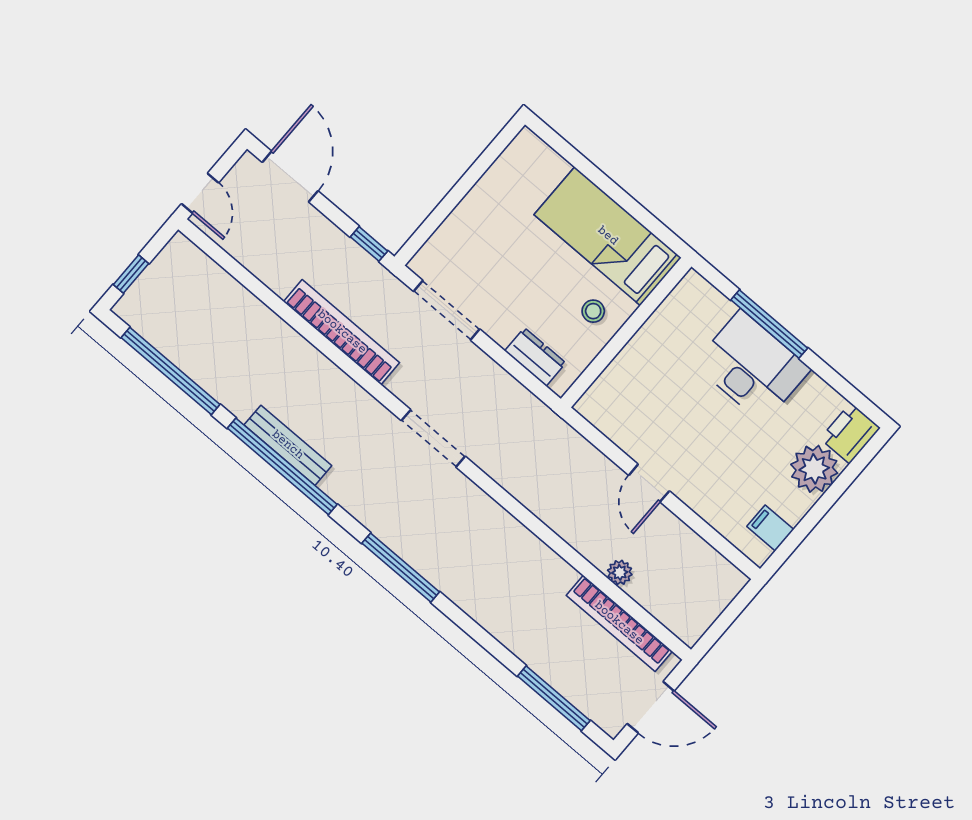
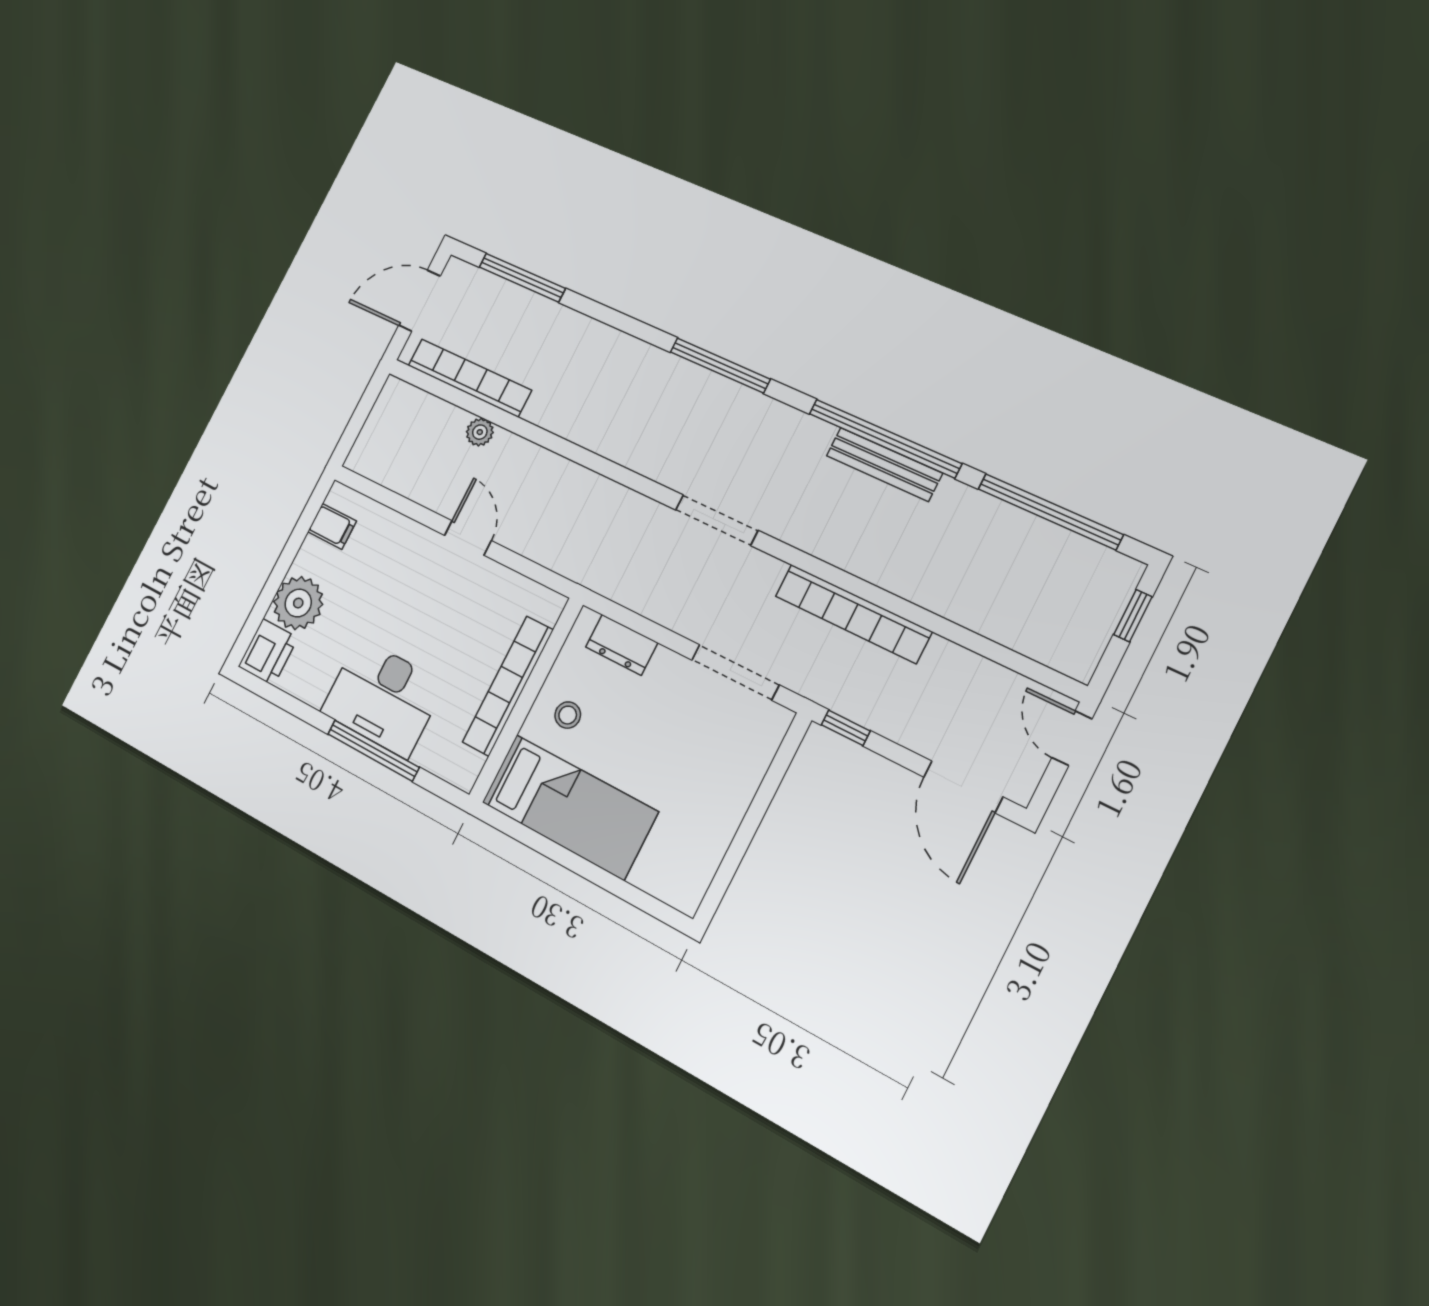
bookcase: (640, 348) -> (508, 686), added

